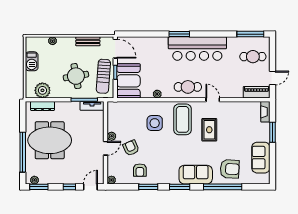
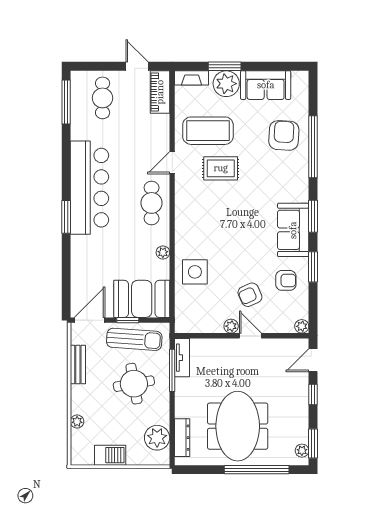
coffee table: (182, 119) -> (208, 131), moved
side table: (155, 123) -> (195, 272), moved
plant: (262, 133) -> (226, 84), added
sofa: (196, 175) -> (293, 230), moved
door: (90, 187) -> (313, 360), hinge flipped

